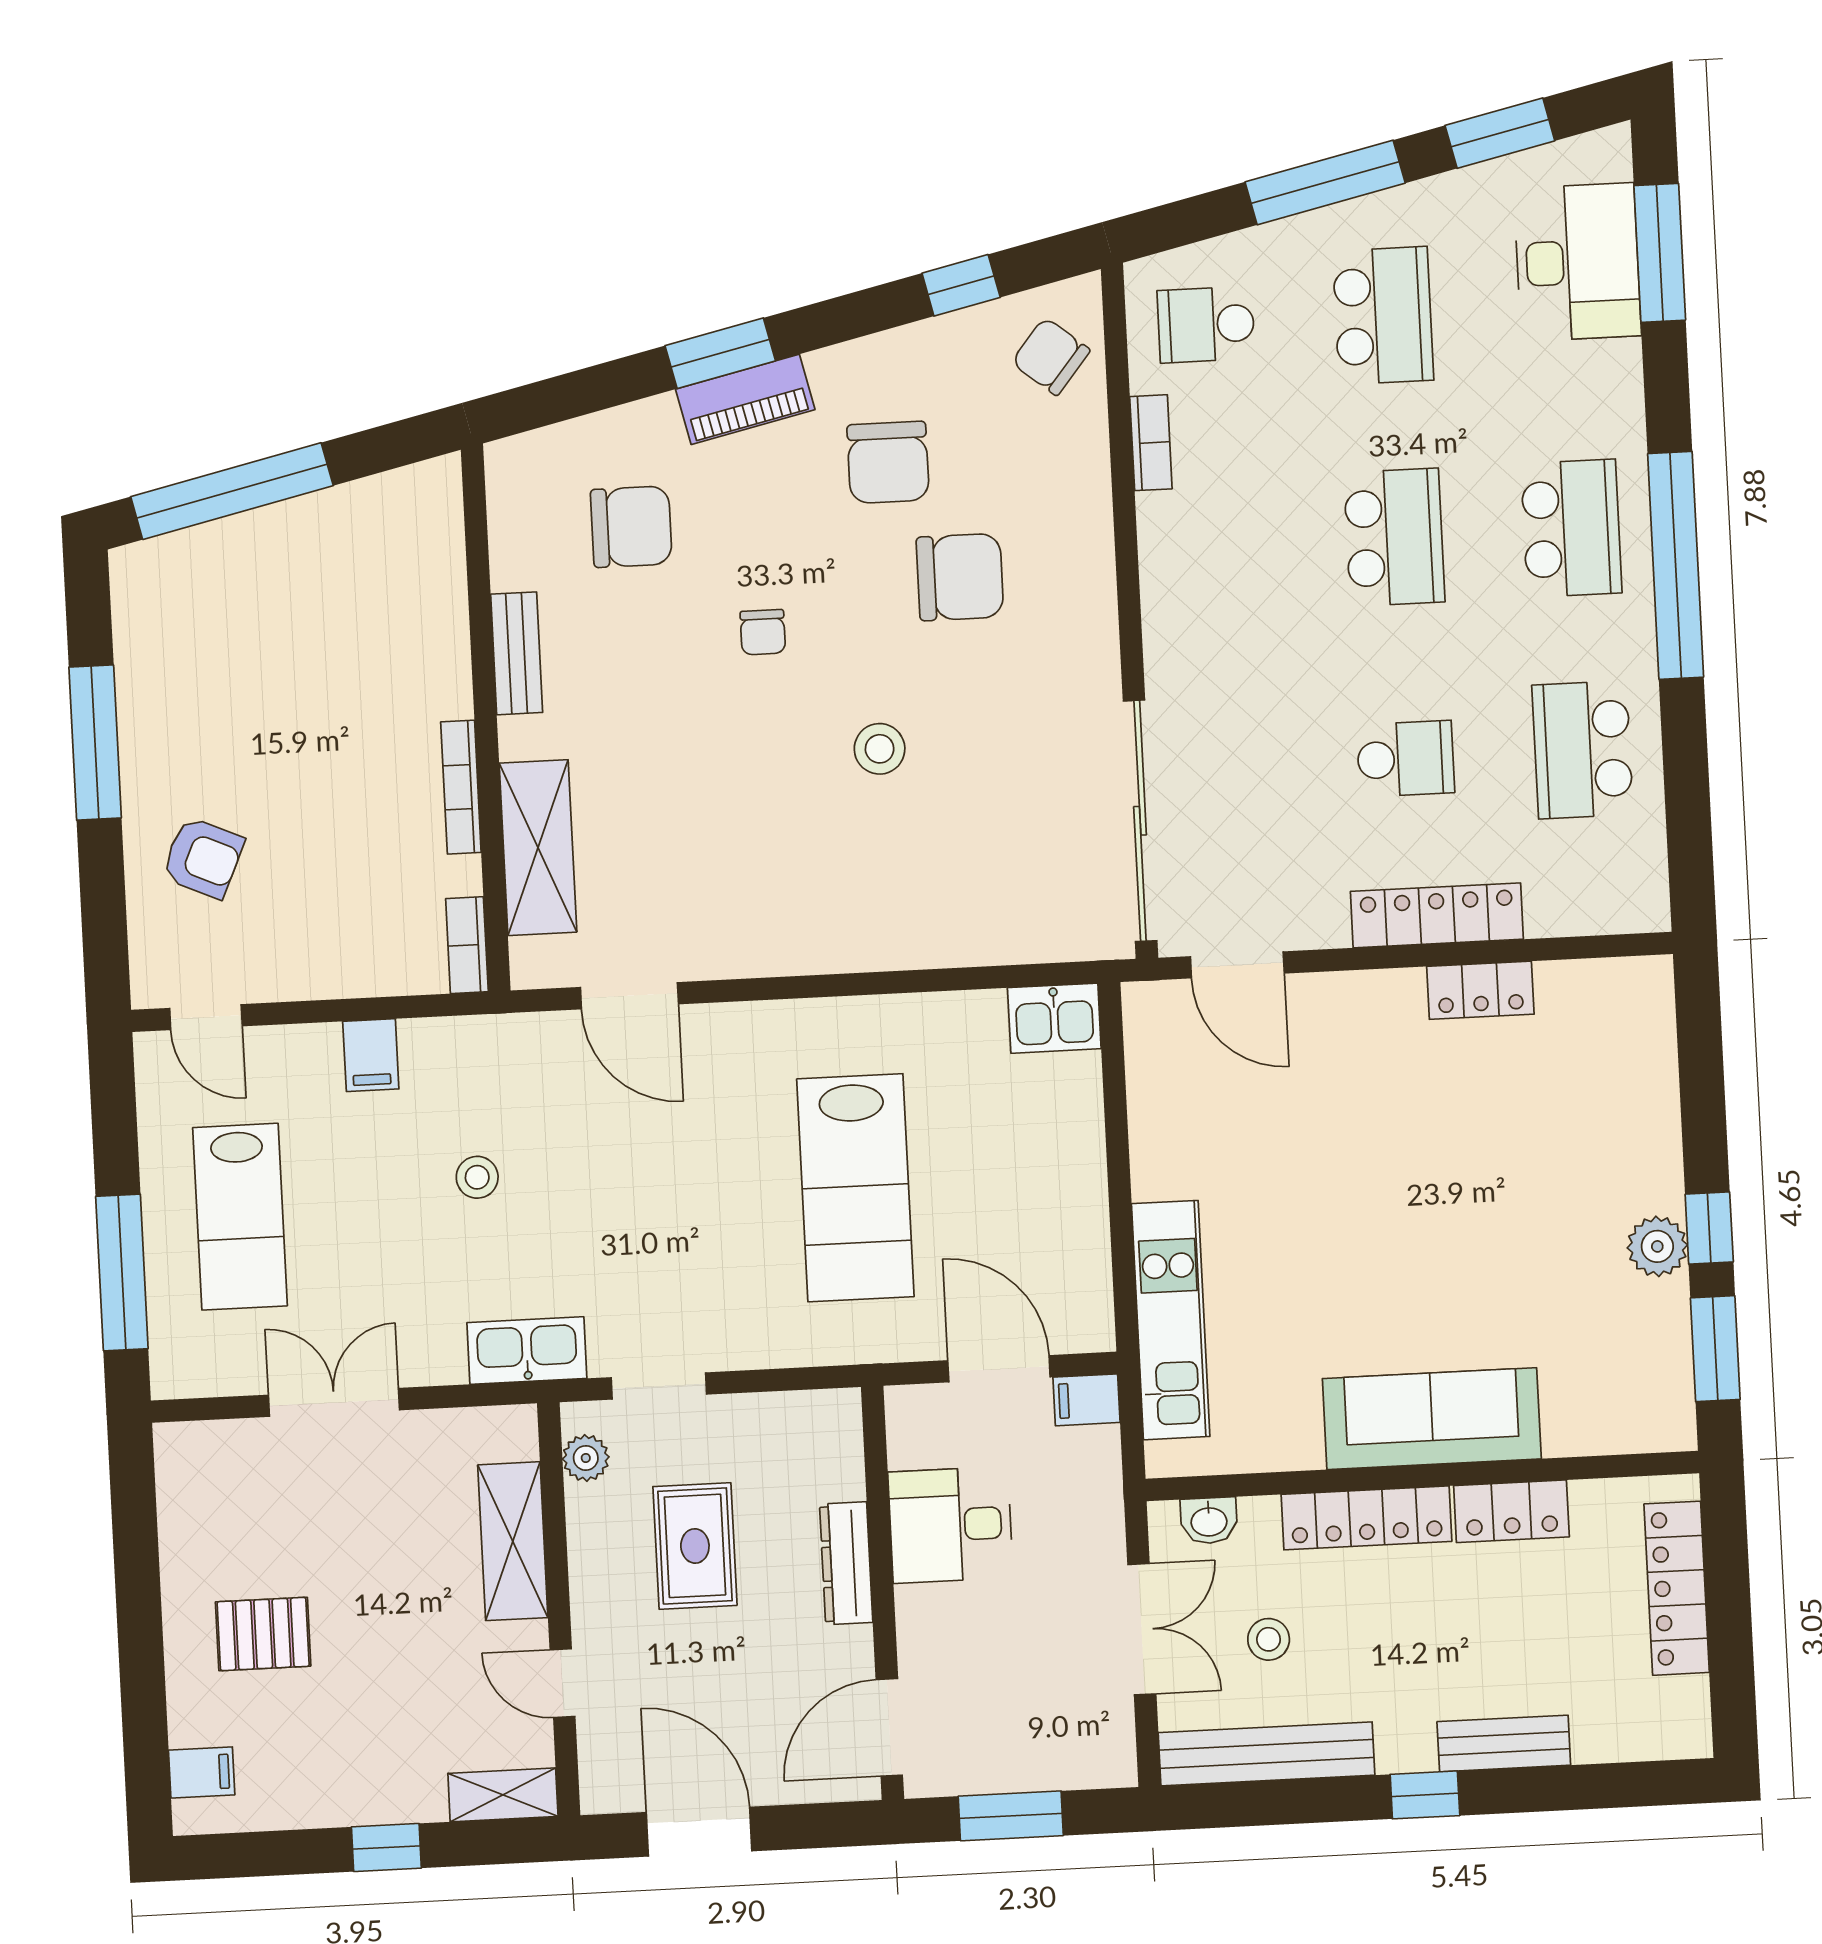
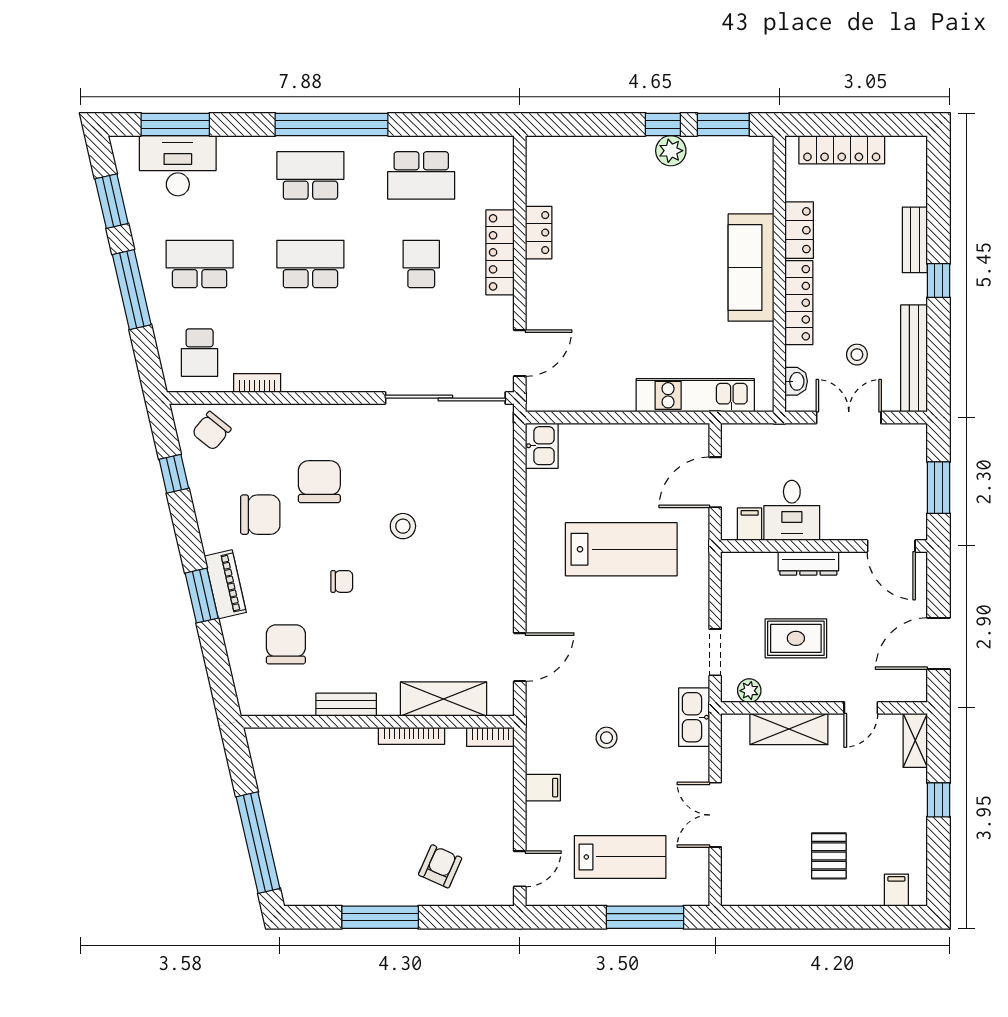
filing cabinet: (1087, 1400) -> (750, 524), moved, turned 180

